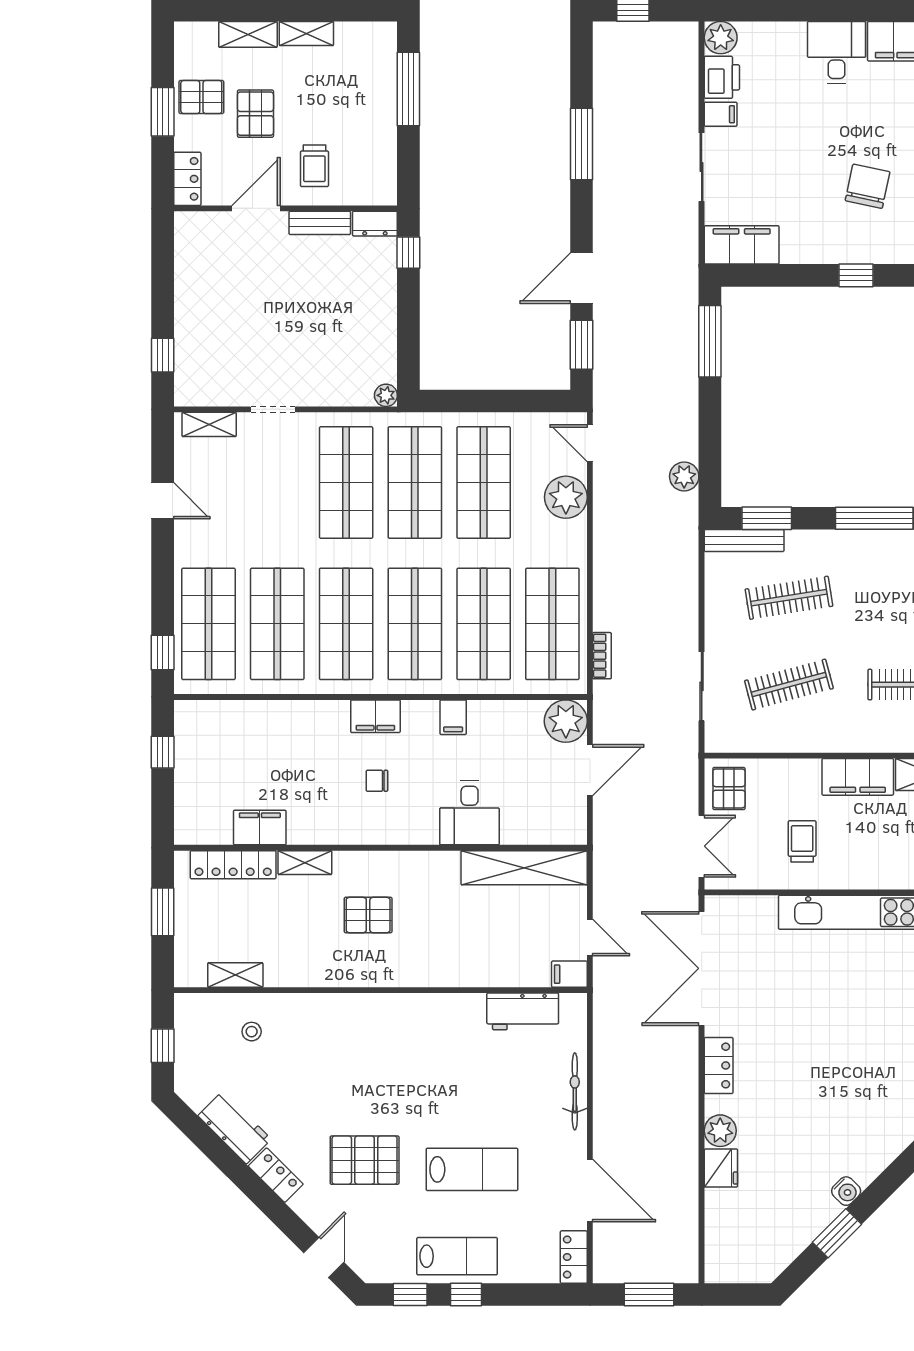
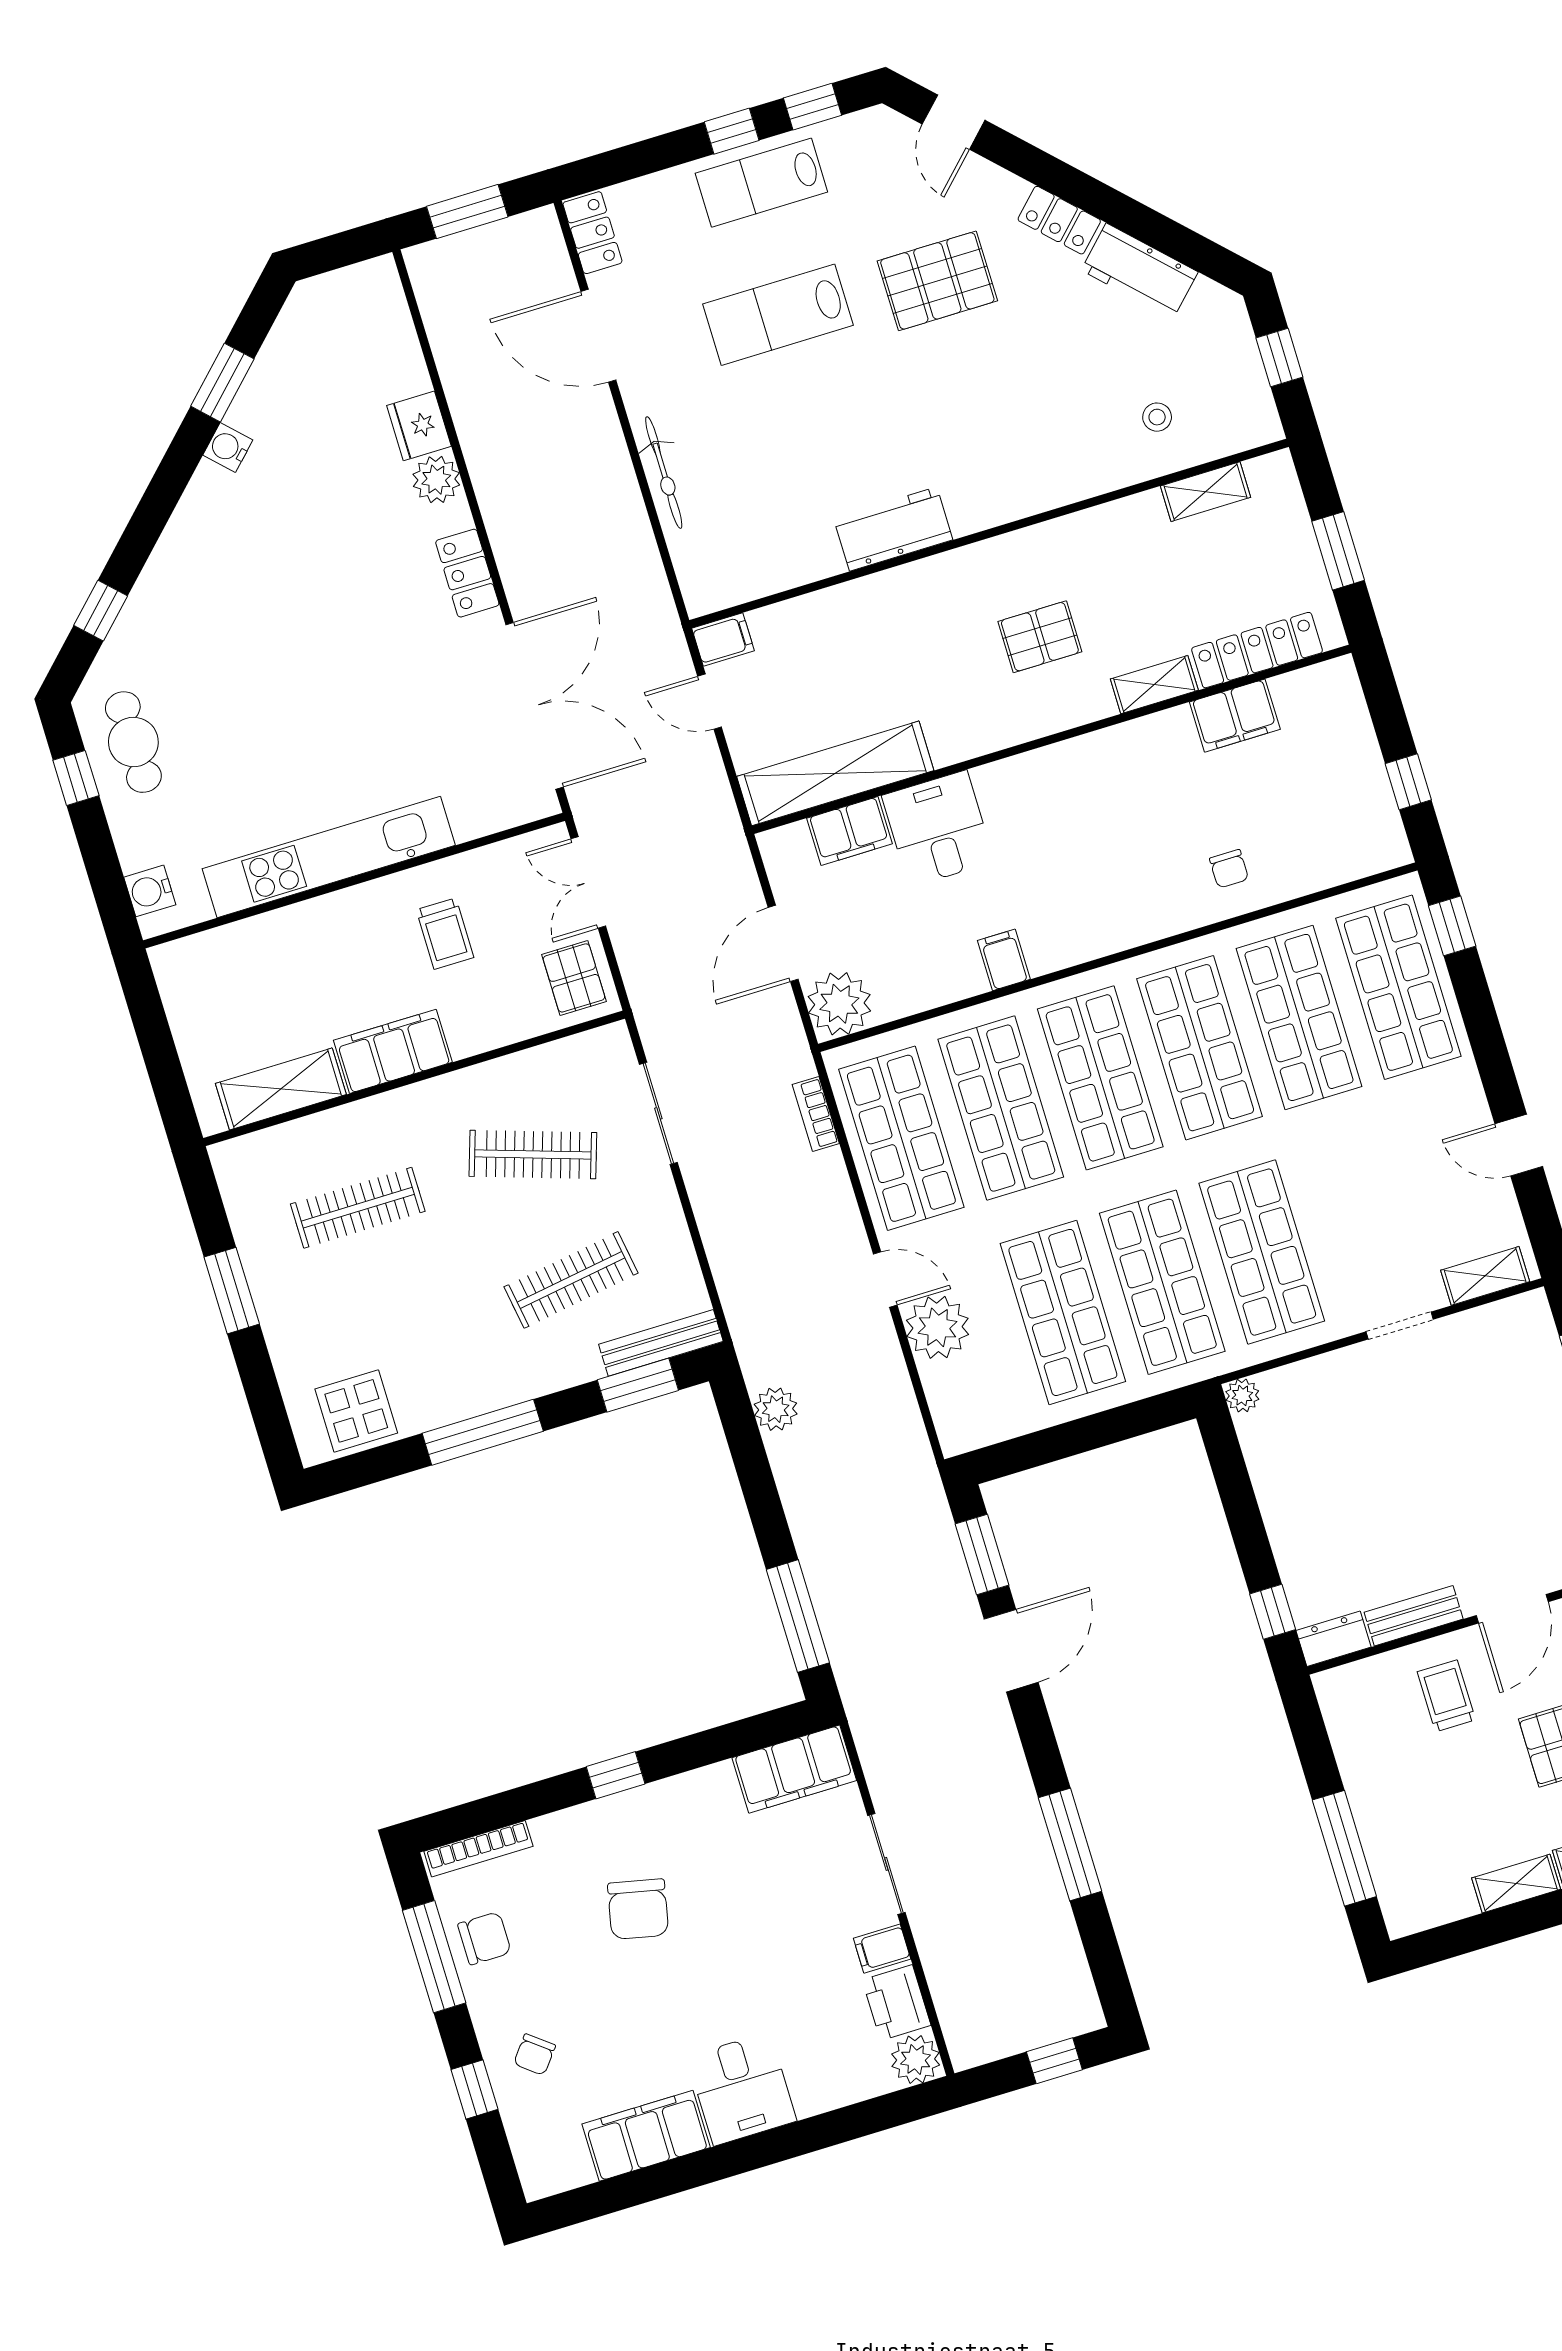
door: (590, 443) -> (885, 1280), moved
clothes rail: (789, 685) -> (533, 1154), turned 33
filing cabinet: (375, 716) -> (850, 831), moved, turned 180
chair: (377, 781) -> (1229, 869), moved, turned 90
workbench: (523, 1011) -> (893, 529), moved

